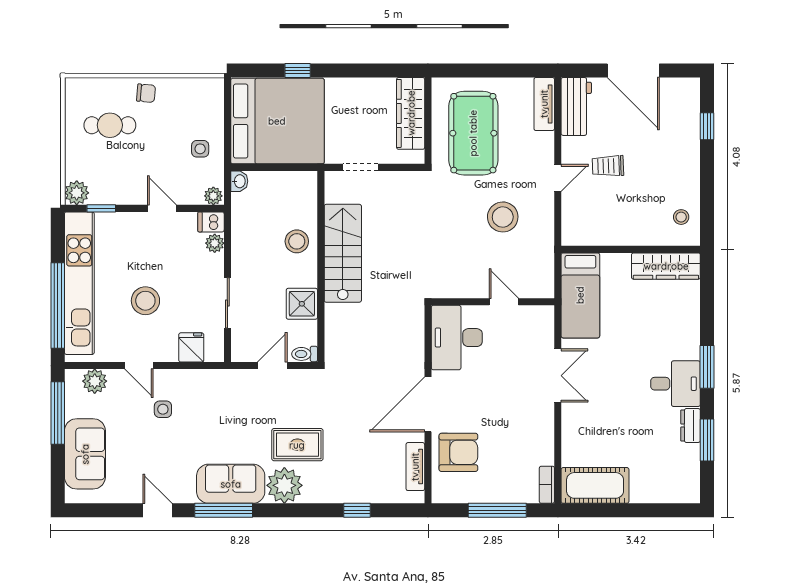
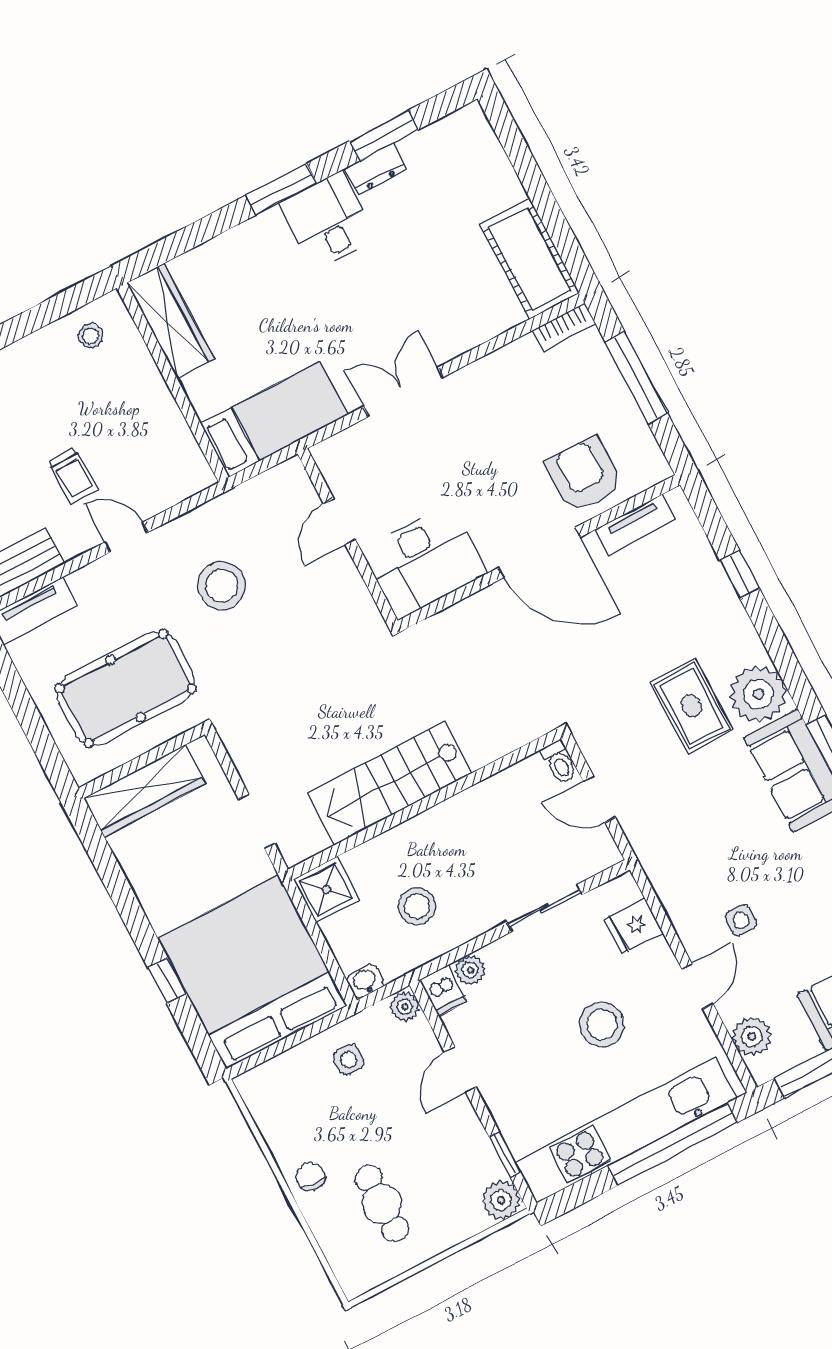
stool: (297, 241) -> (417, 906), moved
shower: (302, 304) -> (326, 890), moved

